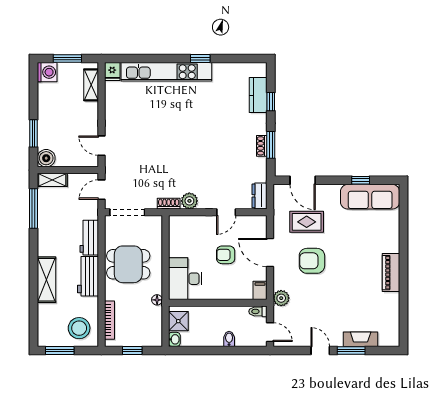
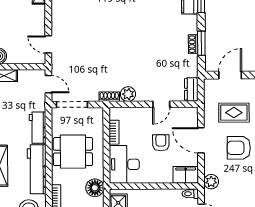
door: (303, 180) -> (230, 75), swing flipped
door: (101, 190) -> (48, 84), swing flipped
bookcase: (174, 243) -> (114, 132), added
armchair: (226, 255) -> (161, 143), turned 90
workbench: (88, 276) -> (37, 169), width x1.37
filing cabinet: (260, 290) -> (186, 175), width x2.00
floor lamp: (157, 300) -> (95, 188), width x1.89, depth x1.89

